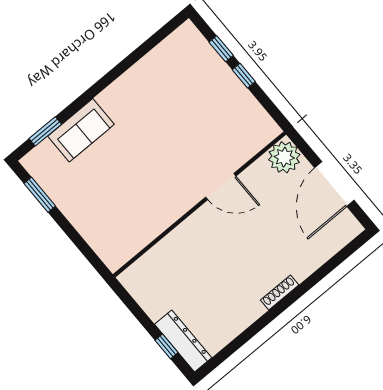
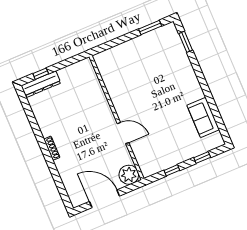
window: (244, 76) -> (172, 170), moved
sofa: (81, 130) -> (203, 117), moved
door: (221, 187) -> (123, 133), swing flipped

